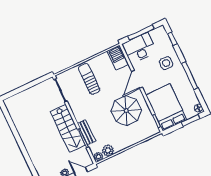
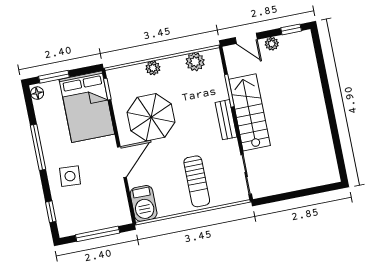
desk: (139, 48) -> (106, 210), removed
bench: (86, 132) -> (226, 120), moved
plant: (98, 157) -> (153, 68), moved

